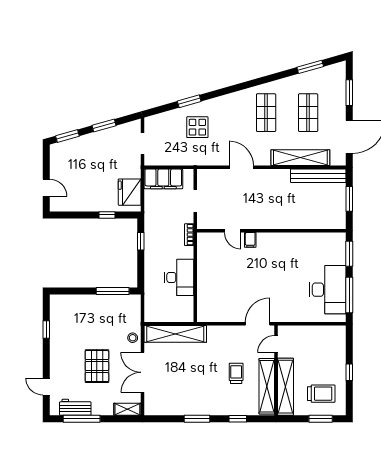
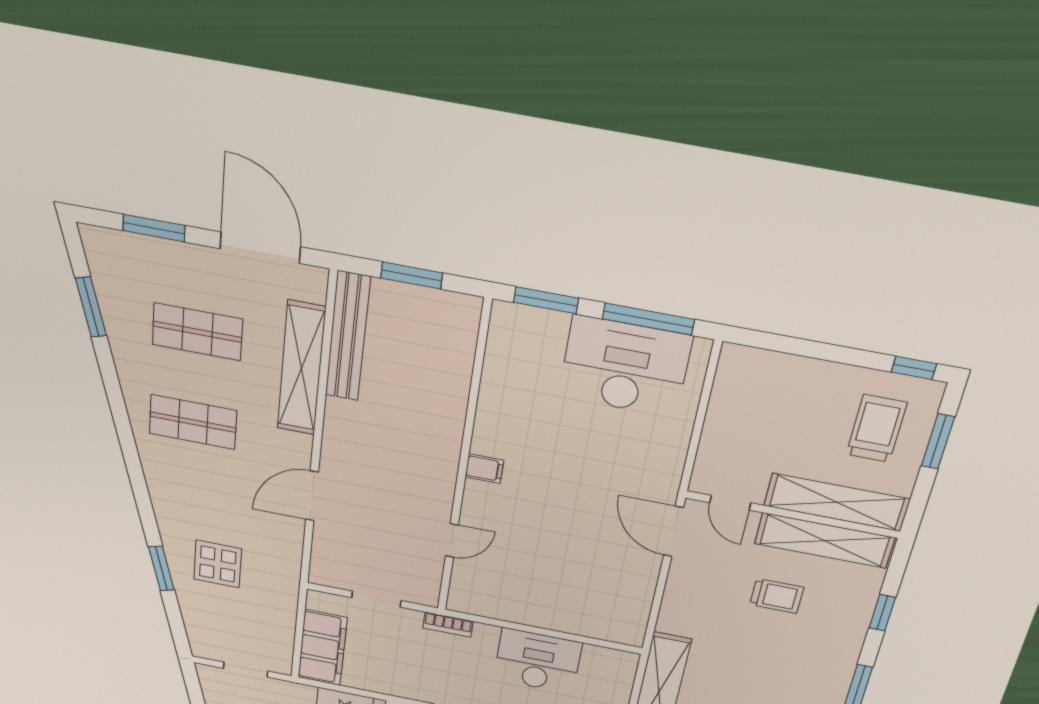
filing cabinet: (250, 240) -> (484, 469), moved
window: (349, 372) -> (914, 368), moved
trolley: (236, 373) -> (777, 596), turned 180

